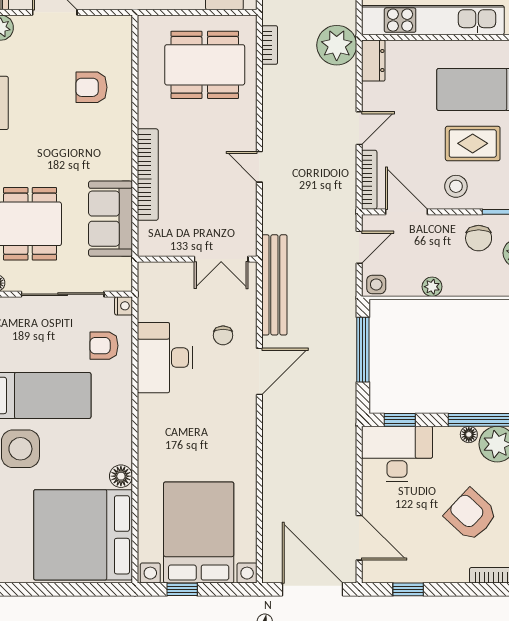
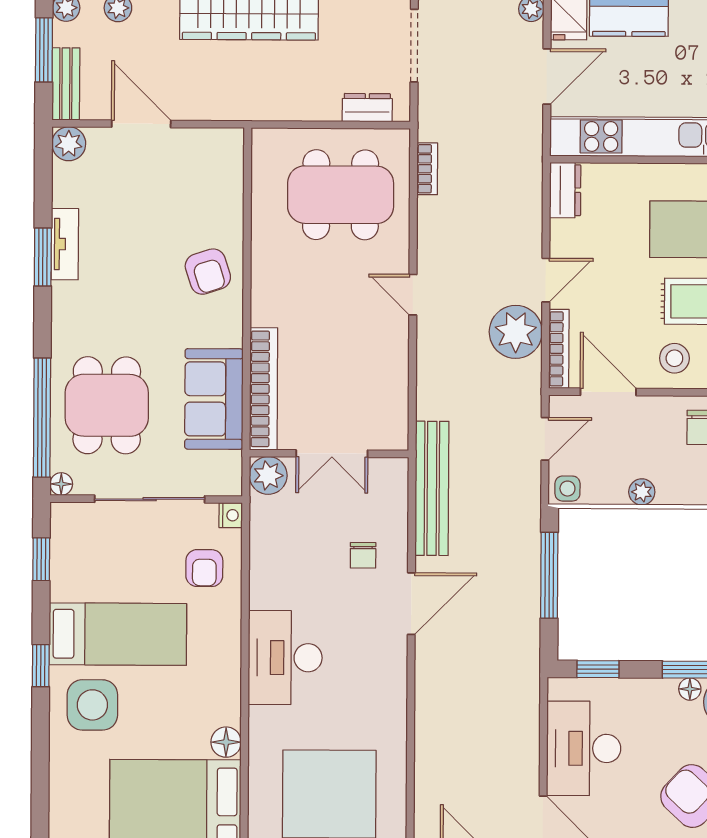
plant: (337, 45) -> (516, 332), moved
armchair: (91, 87) -> (208, 272), moved, turned -108
door: (259, 167) -> (413, 295), moved
bookcase: (148, 175) -> (264, 389), moved
double door: (221, 259) -> (332, 454), moved
plant: (151, 276) -> (268, 475), added
armchair: (104, 346) -> (204, 568), turned -90
desk: (165, 358) -> (285, 658), moved
desk: (397, 454) -> (584, 748), moved, turned -90

